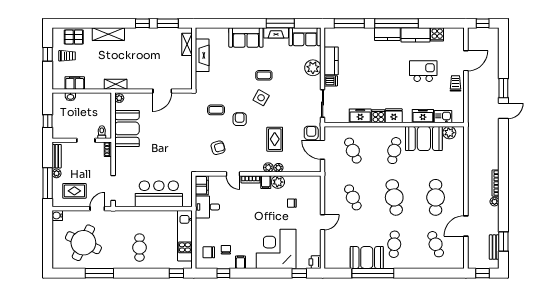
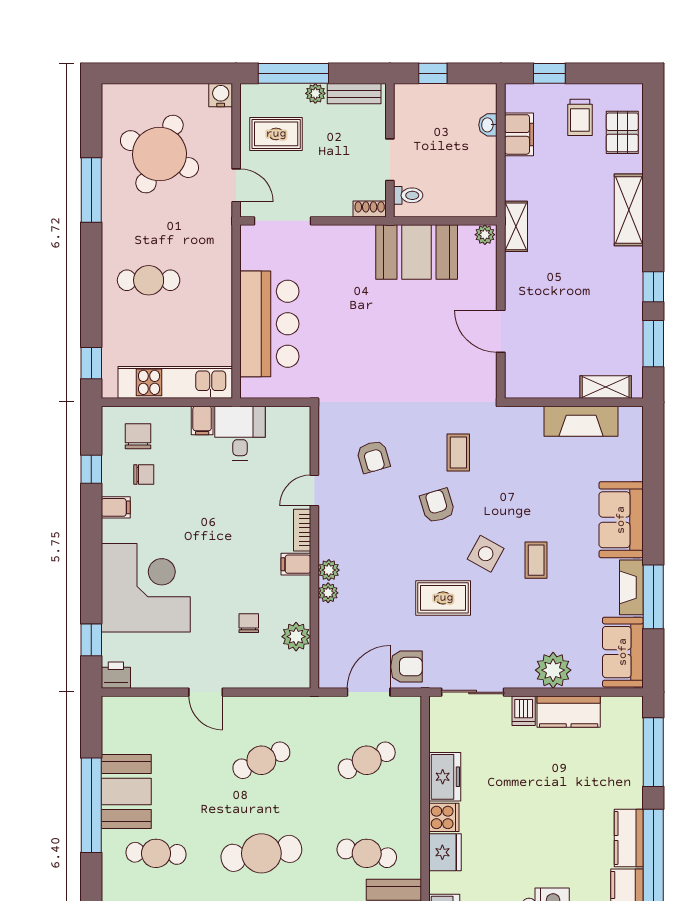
window: (48, 54) -> (549, 73), moved
armchair: (240, 119) -> (437, 506), turned -107
rug: (275, 139) -> (443, 598), moved
plant: (278, 182) -> (296, 637), moved
filing cabinet: (202, 185) -> (202, 420), moved, width x0.50
rug: (74, 191) -> (276, 134), turned 90

